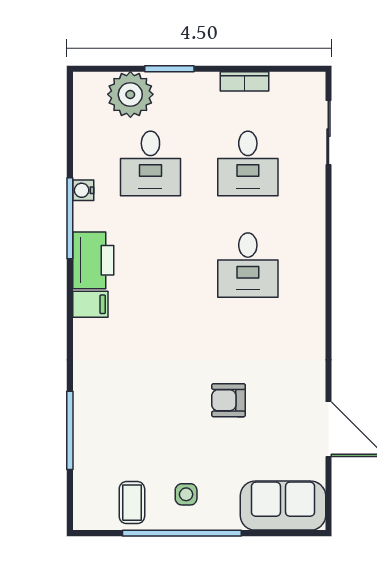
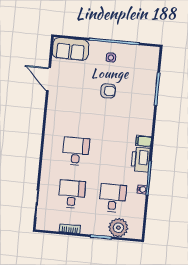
armchair: (229, 400) -> (108, 91), moved
coffee table: (132, 503) -> (134, 56), removed

